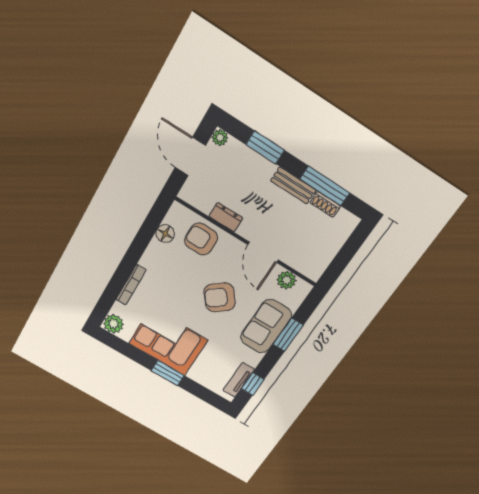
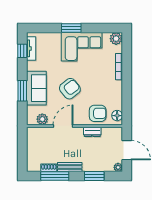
floor lamp: (165, 234) -> (117, 116), moved
door: (263, 252) -> (63, 126), hinge flipped

